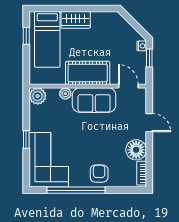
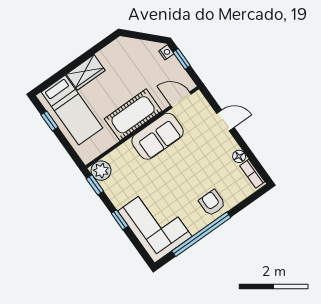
plant: (65, 94) -> (126, 150), removed
window: (26, 103) -> (95, 185), added
floor lamp: (136, 150) -> (239, 156), width x0.53, depth x0.53

